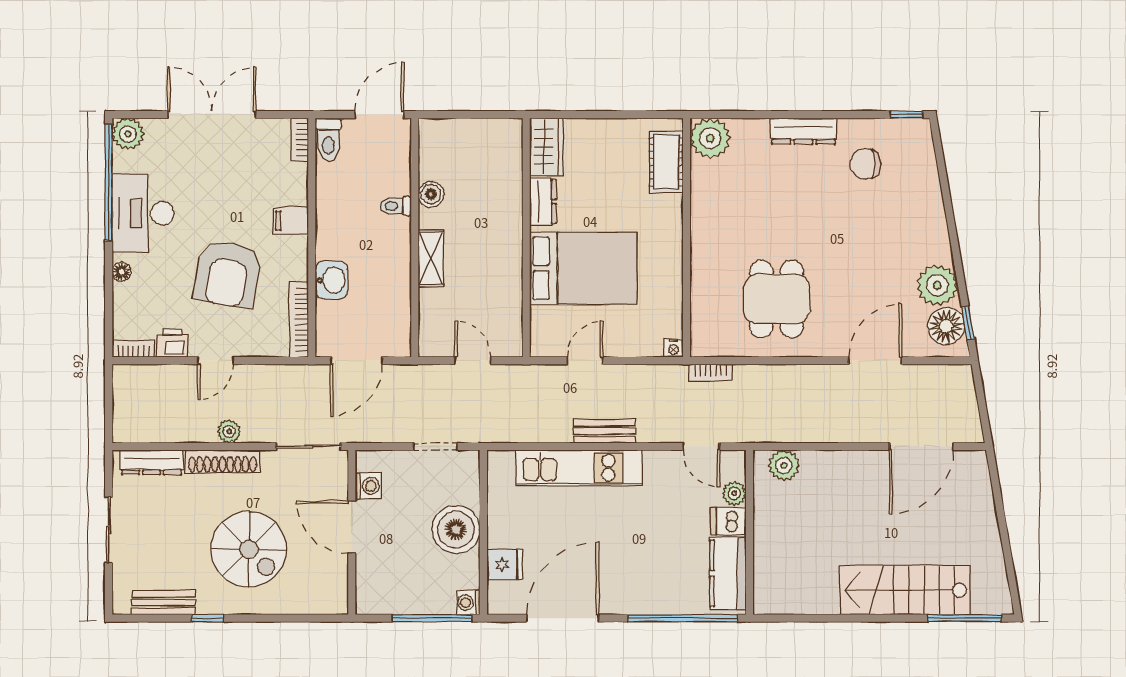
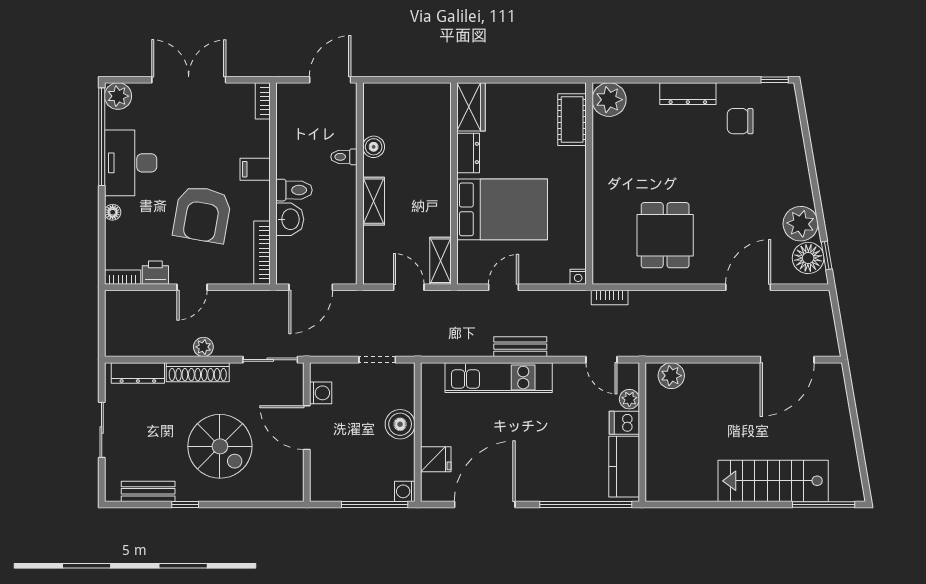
toilet: (328, 140) -> (294, 190), moved, turned -90
shelving: (510, 329) -> (440, 261), added
boiler: (456, 530) -> (400, 424), width x0.73, depth x0.73

